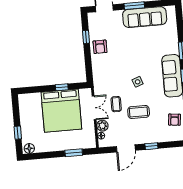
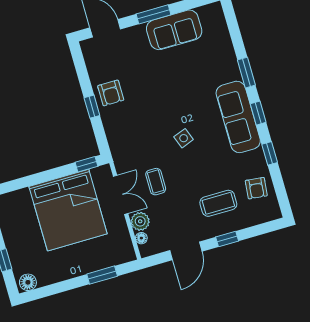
sofa: (145, 17) -> (174, 30), width x0.73
window: (86, 37) -> (92, 107), moved
window: (62, 87) -> (86, 164), moved
coffee table: (139, 112) -> (218, 203), moved

